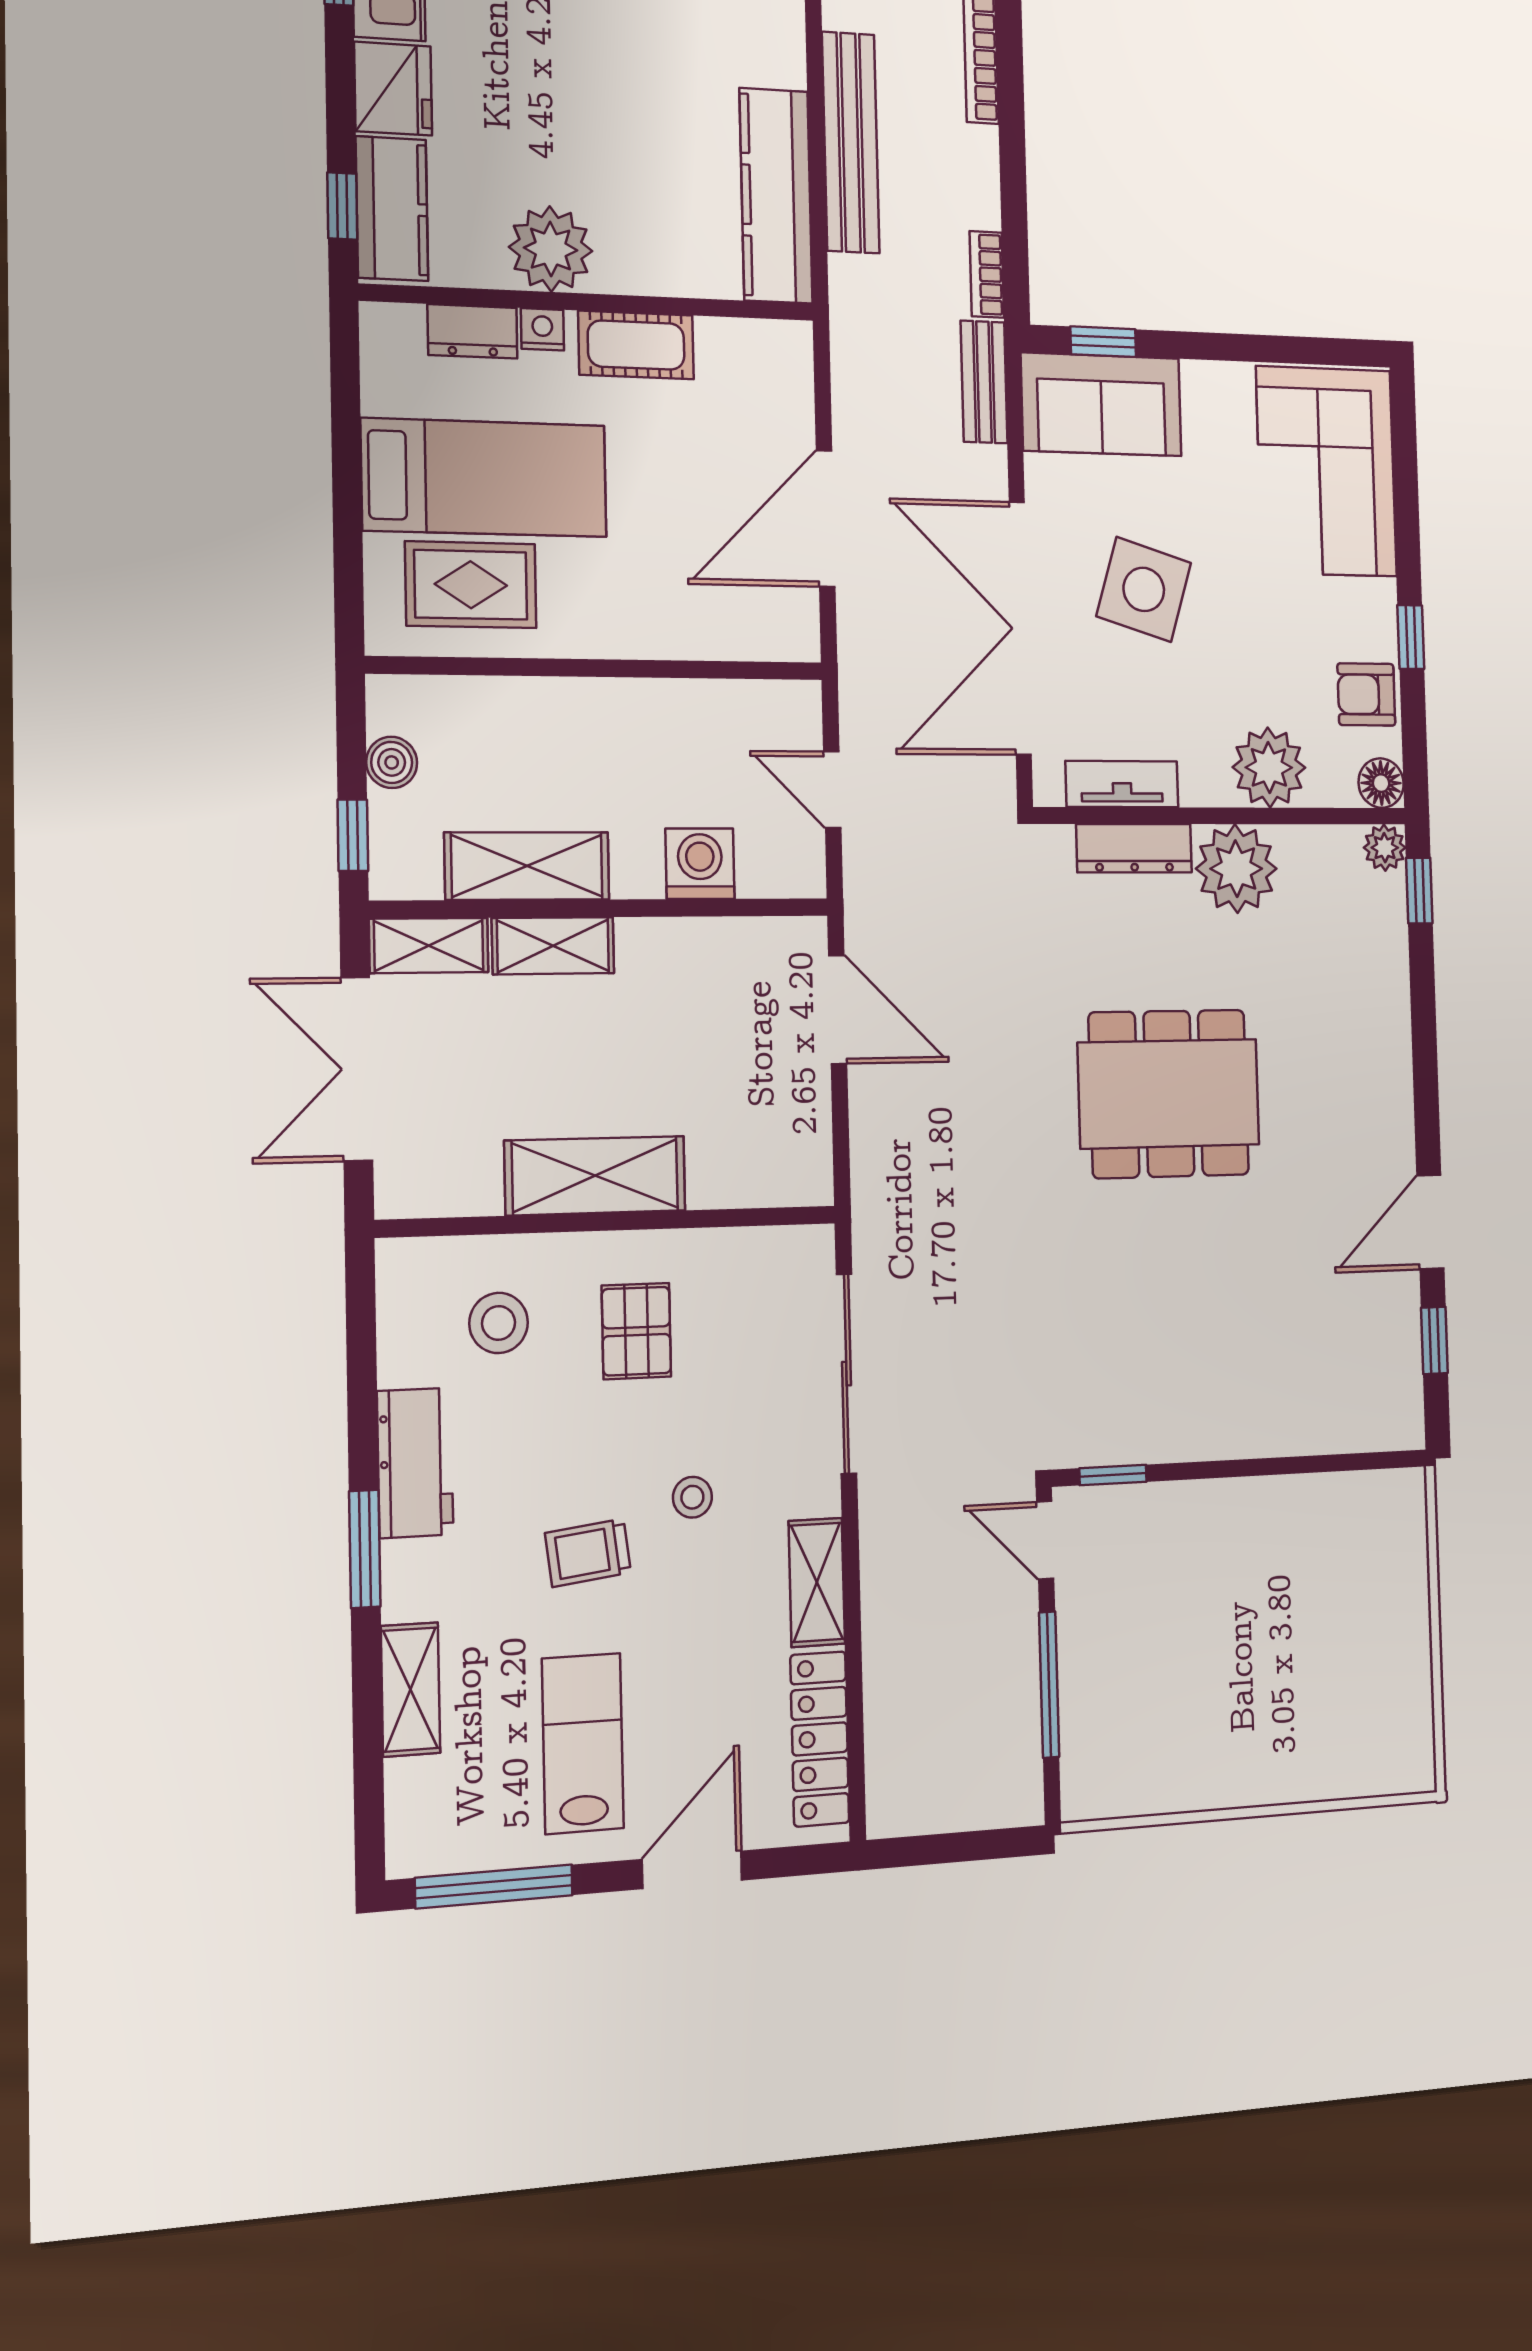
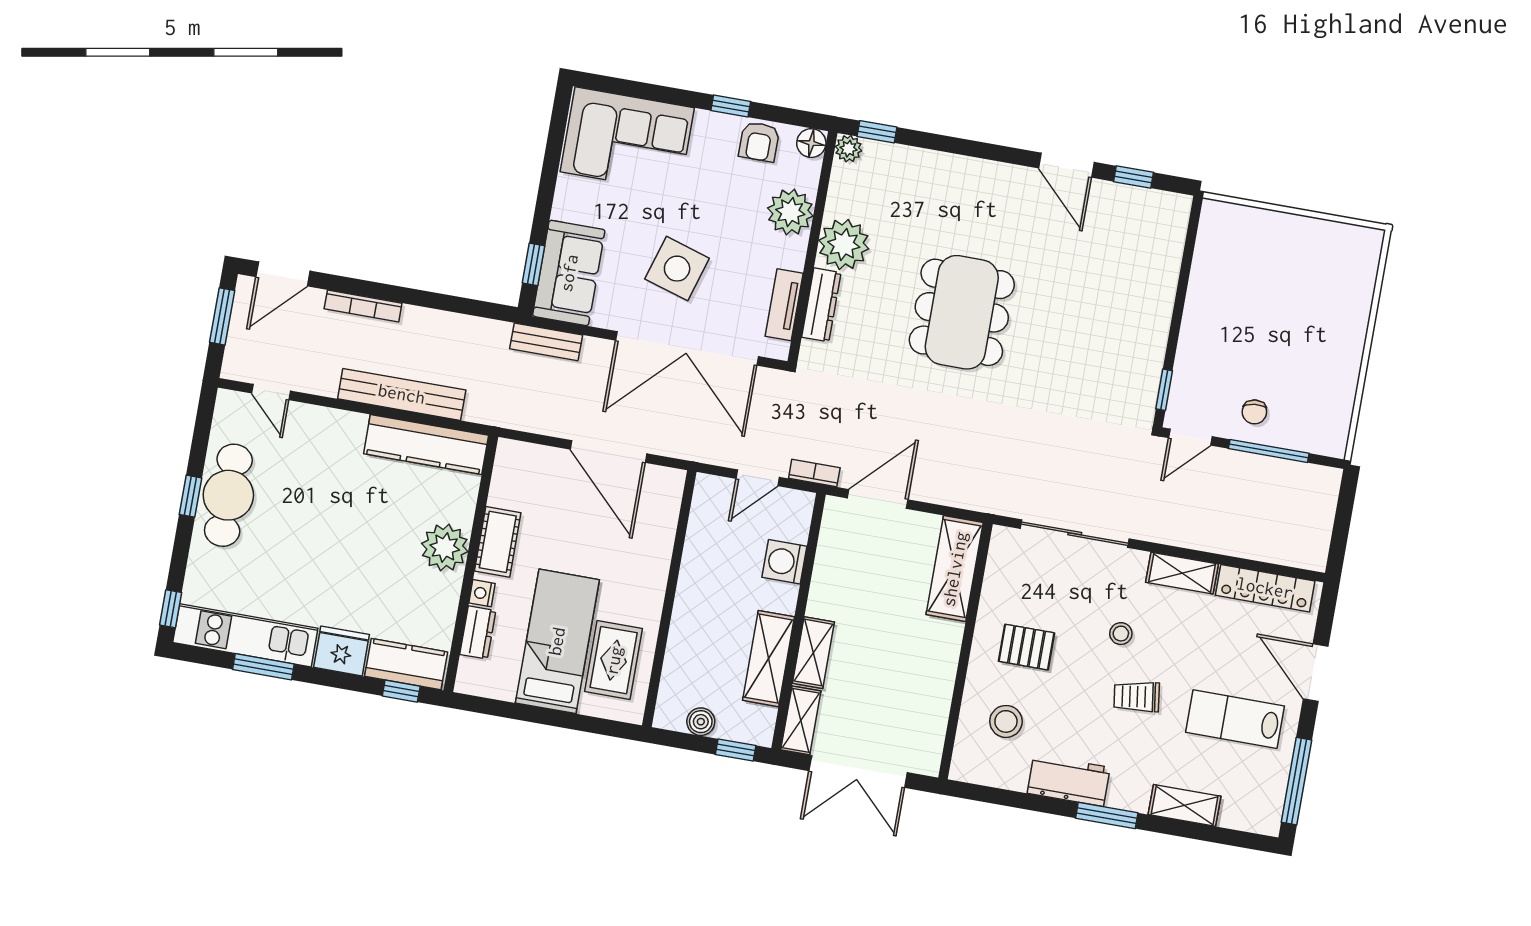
plant: (551, 249) -> (445, 547), moved
bookcase: (987, 274) -> (814, 473), moved, turned 180
shelving: (595, 1176) -> (955, 569), moved
trolley: (588, 1553) -> (1137, 697), turned 89
chair: (1108, 1643) -> (1254, 412), added

